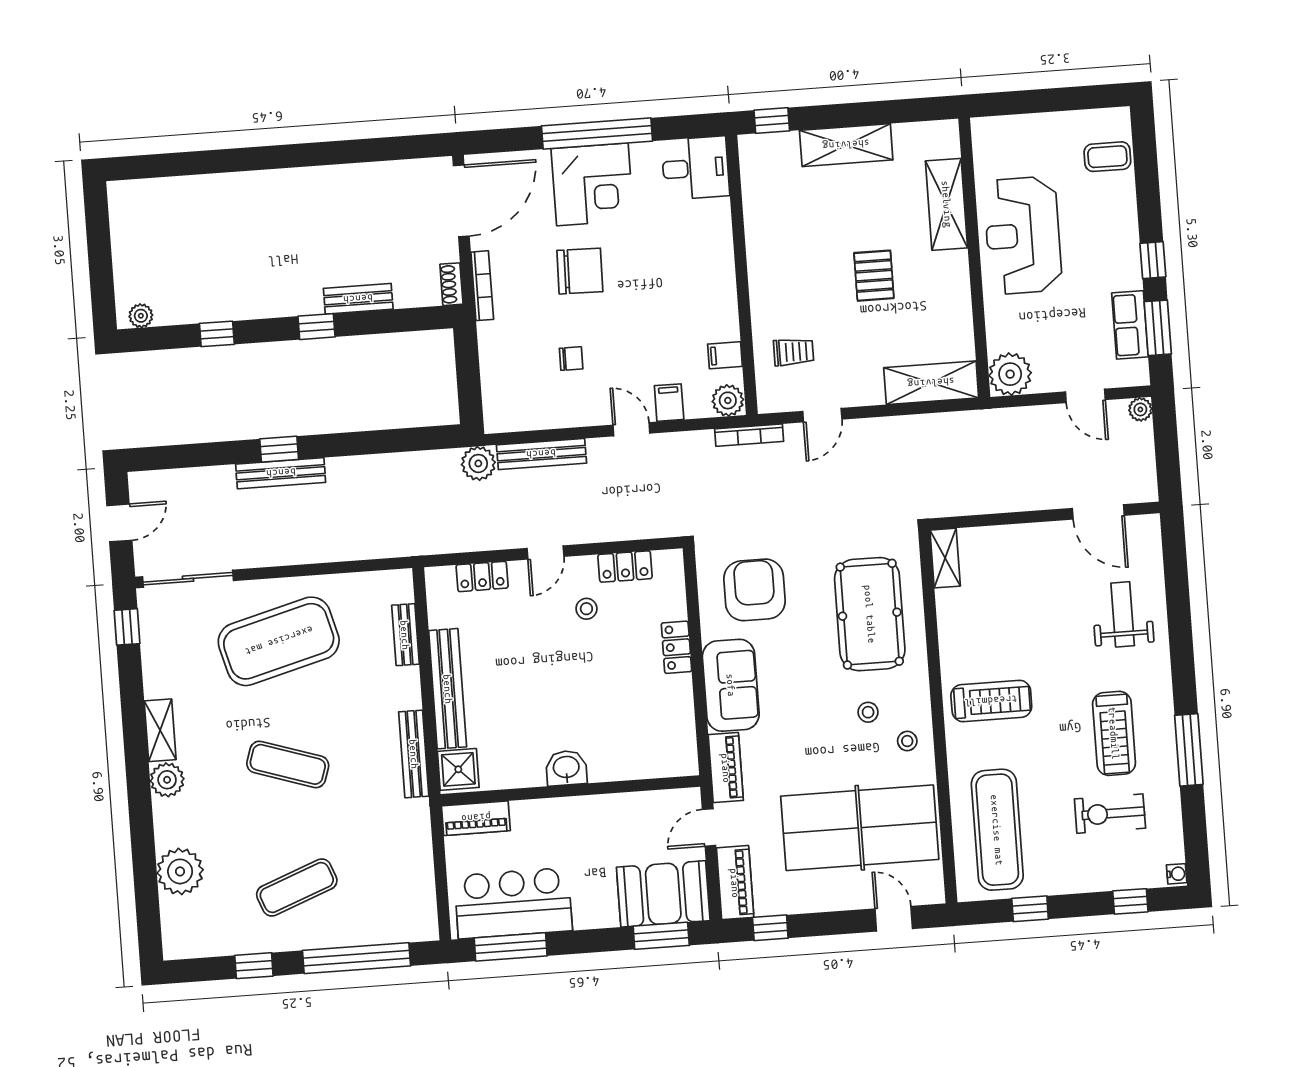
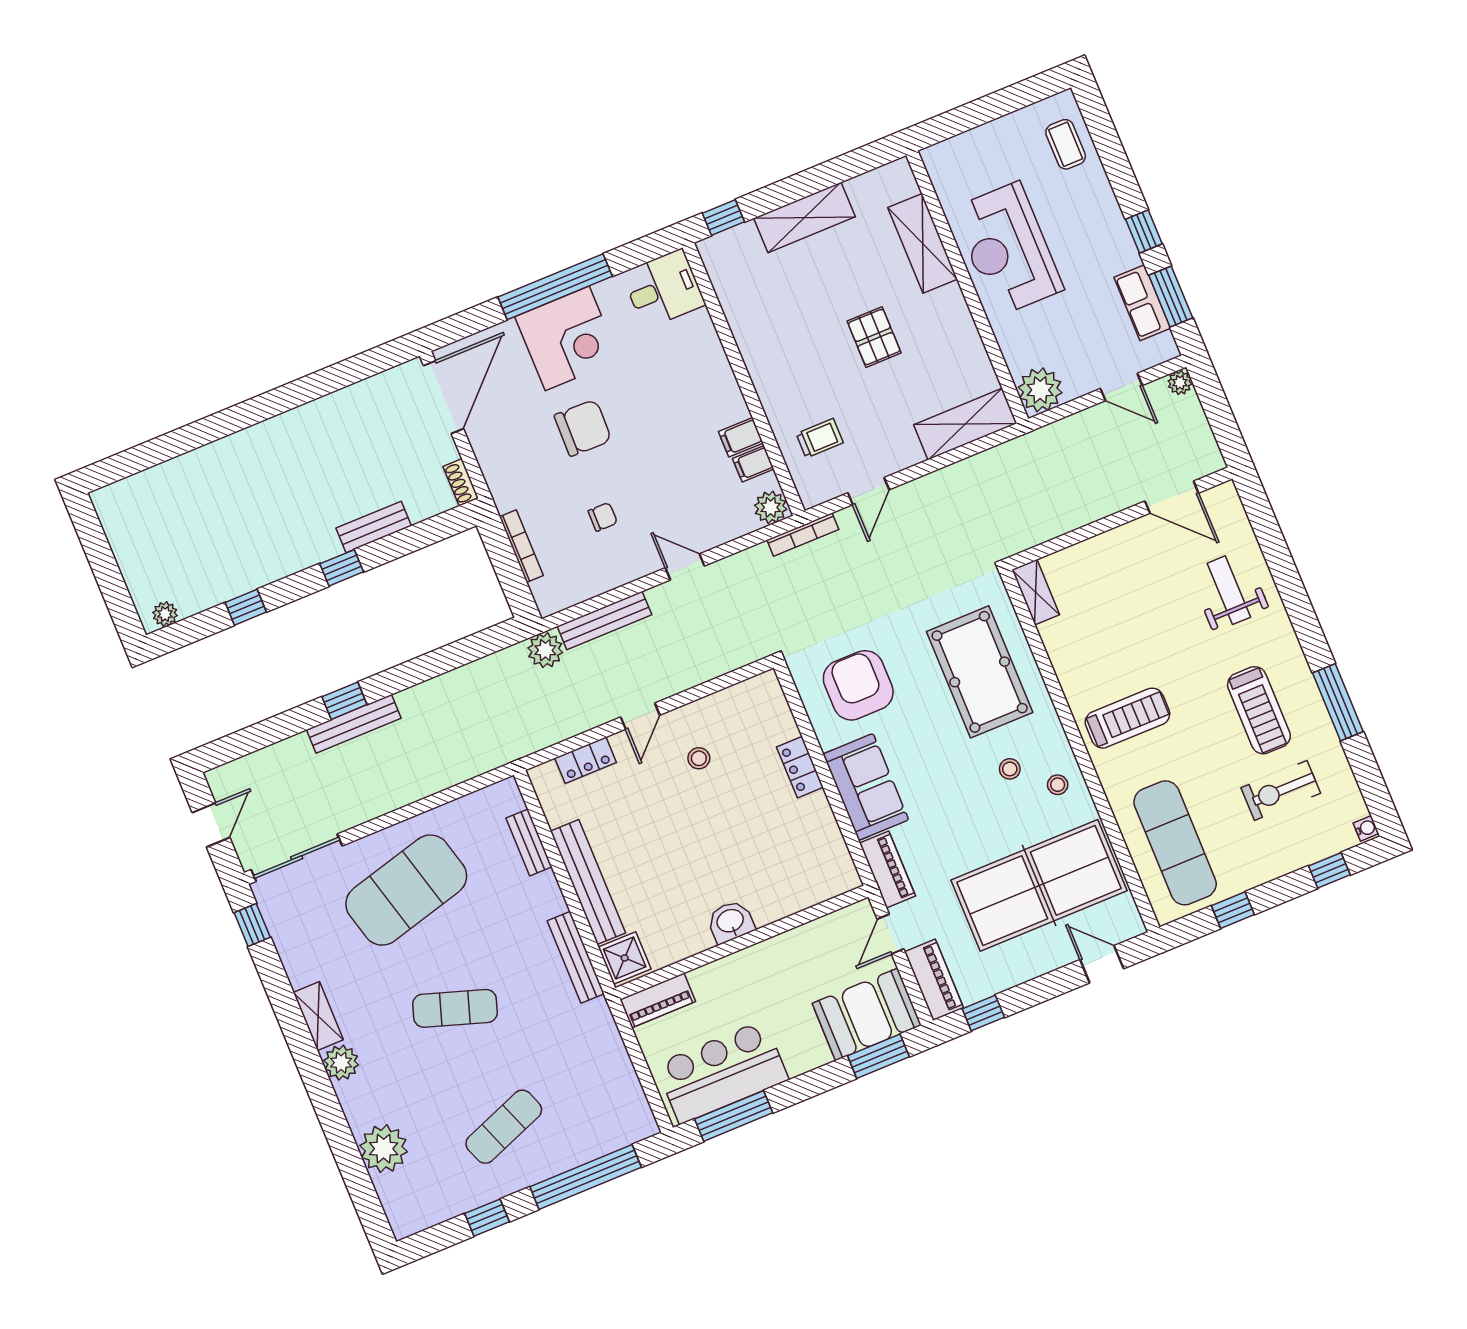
coffee table: (1107, 157) -> (1066, 144), turned 90
bookcase: (482, 286) -> (521, 546), moved
filing cabinet: (669, 403) -> (741, 437), moved, turned -90
locker: (625, 567) -> (723, 704), removed

